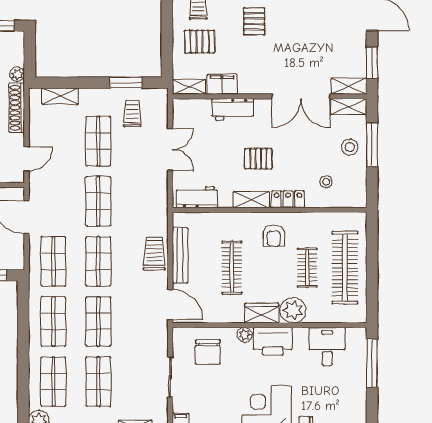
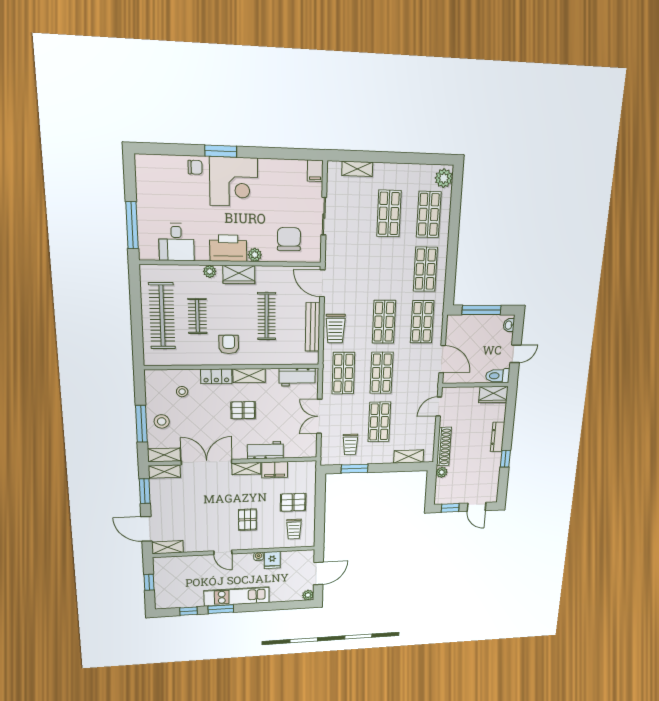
shelving: (189, 87) -> (246, 469), moved
plant: (293, 310) -> (210, 271), width x0.53, depth x0.53
shop shelf: (98, 321) -> (343, 373), moved

